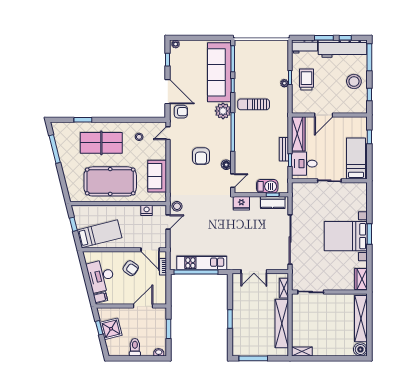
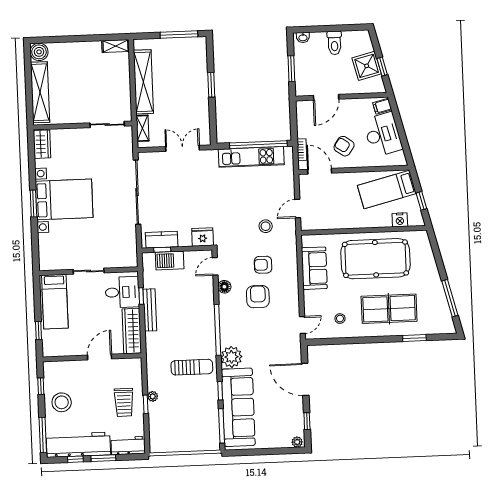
armchair: (181, 112) -> (263, 265), moved
bench: (284, 149) -> (150, 310), width x1.36
stool: (177, 206) -> (266, 226), moved
nightstand: (147, 210) -> (400, 220), moved

